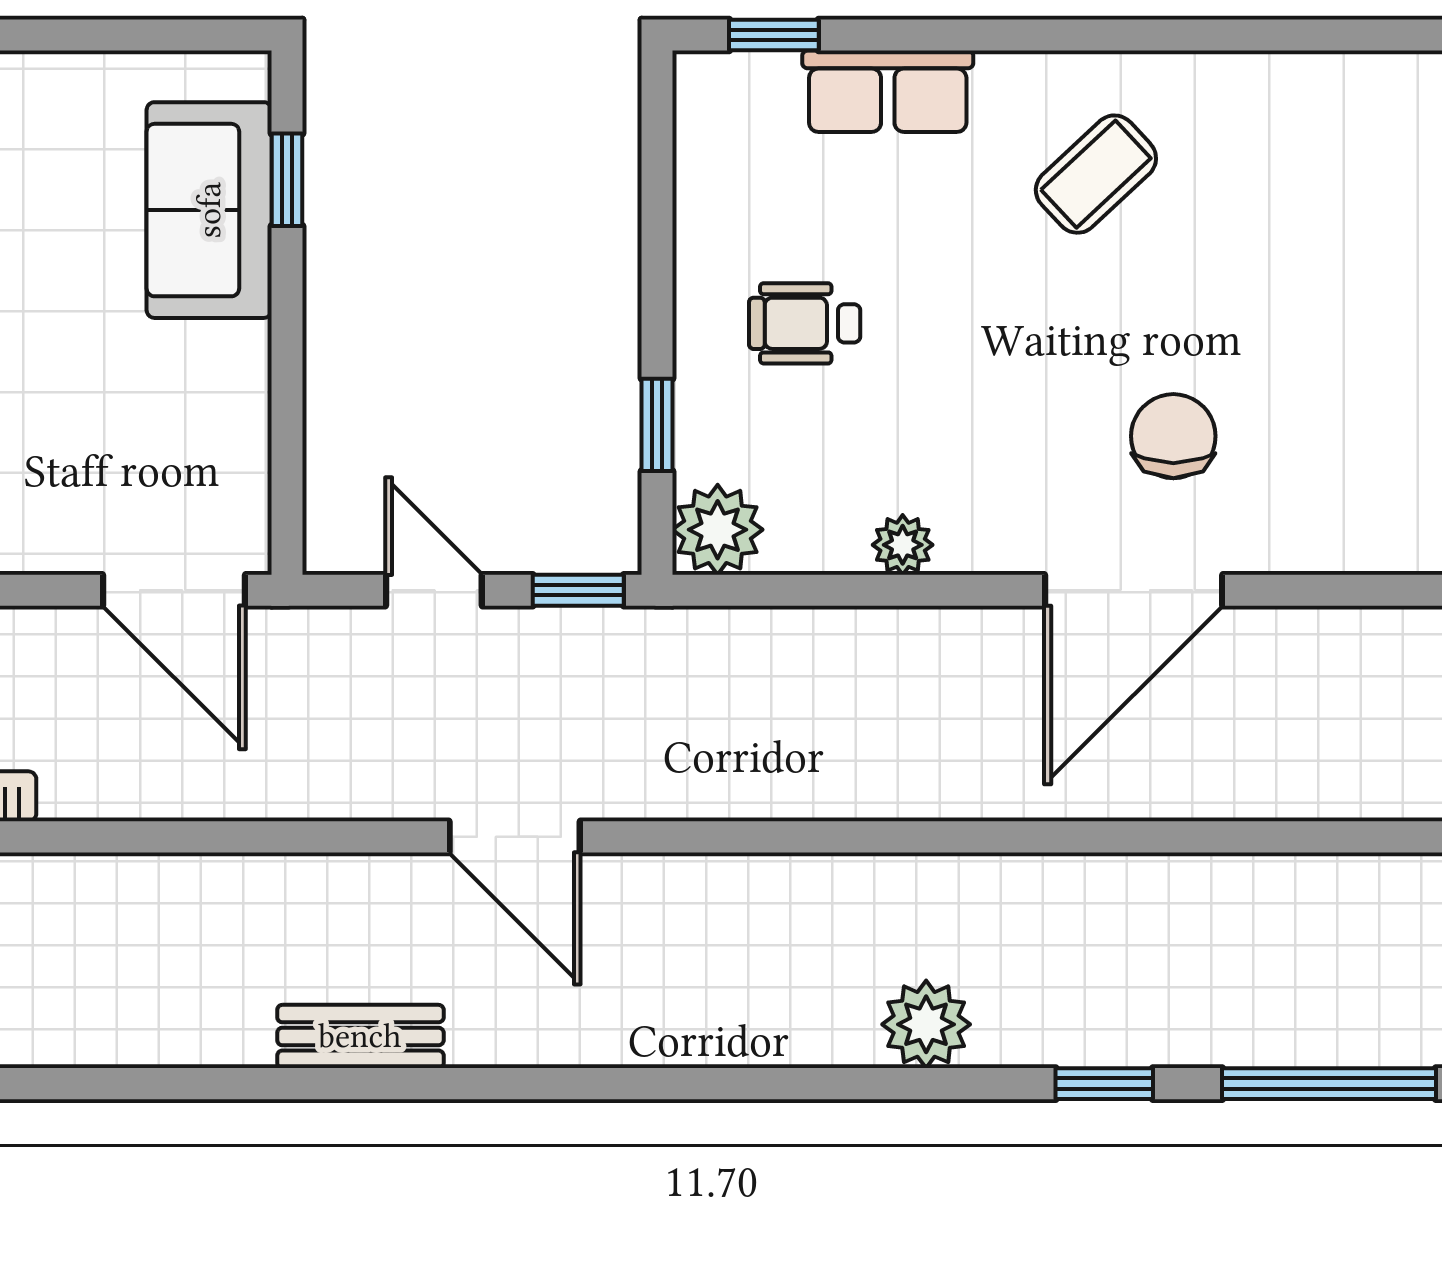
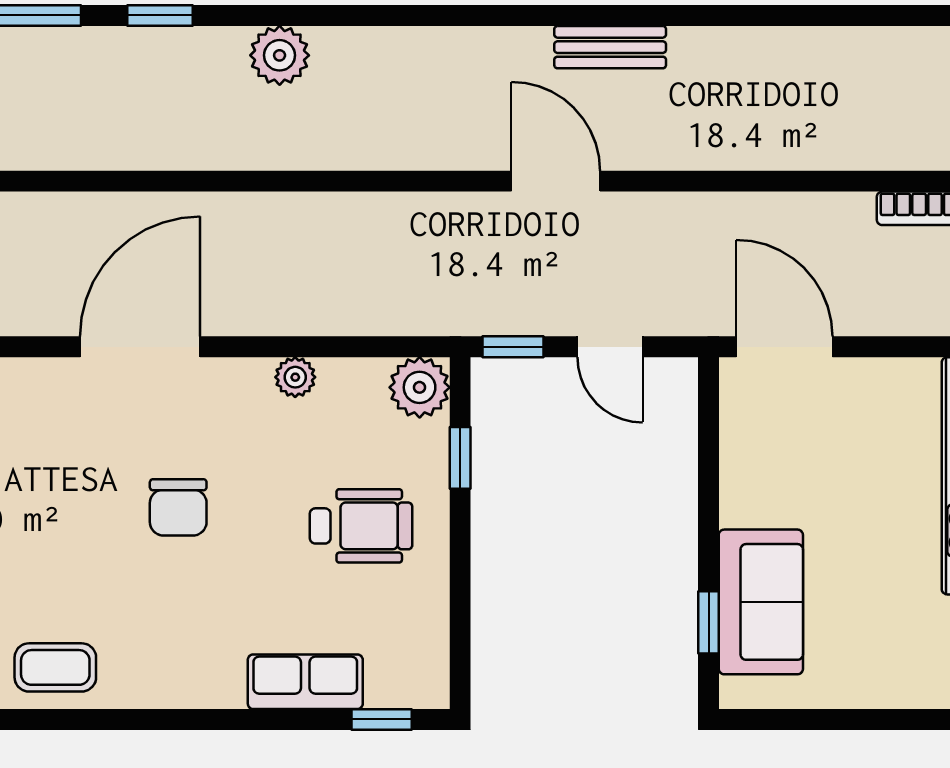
coffee table: (1096, 174) -> (55, 667), moved, turned 43
wheelchair: (805, 323) -> (361, 526), width x1.36, depth x1.37
chair: (1173, 436) -> (178, 507), moved
bench: (360, 1036) -> (610, 47), moved

